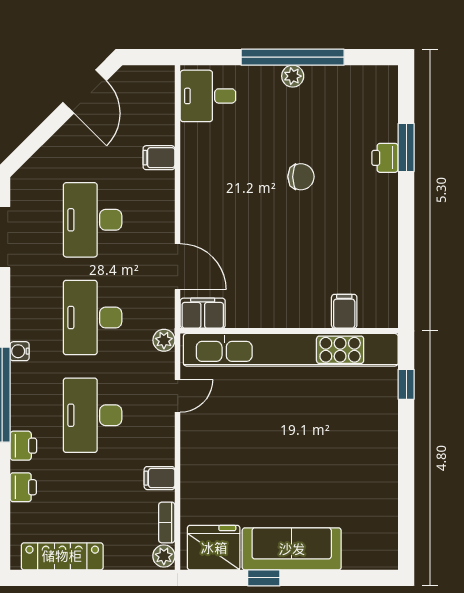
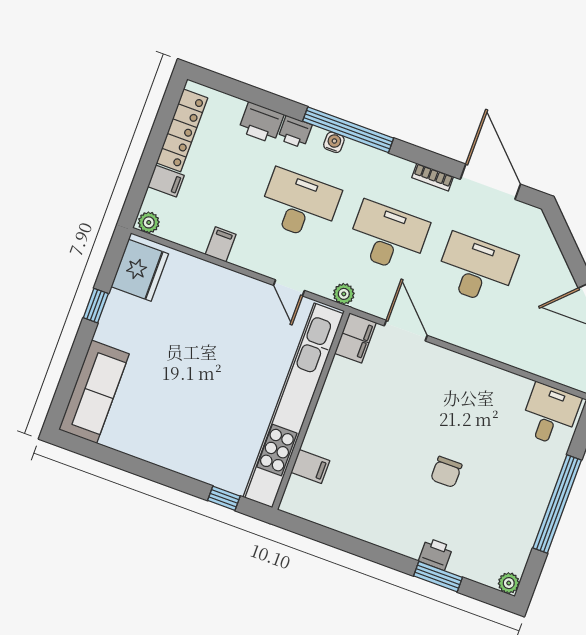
plant: (293, 76) -> (509, 583), moved
filing cabinet: (159, 158) -> (166, 181), moved, turned 90
door: (178, 267) -> (406, 331), swing flipped
water cooler: (20, 351) -> (334, 142), moved
printer: (23, 487) -> (261, 123), width x1.36, depth x1.24
bookcase: (167, 523) -> (433, 177), moved, turned 180
sofa: (292, 549) -> (94, 392), moved

